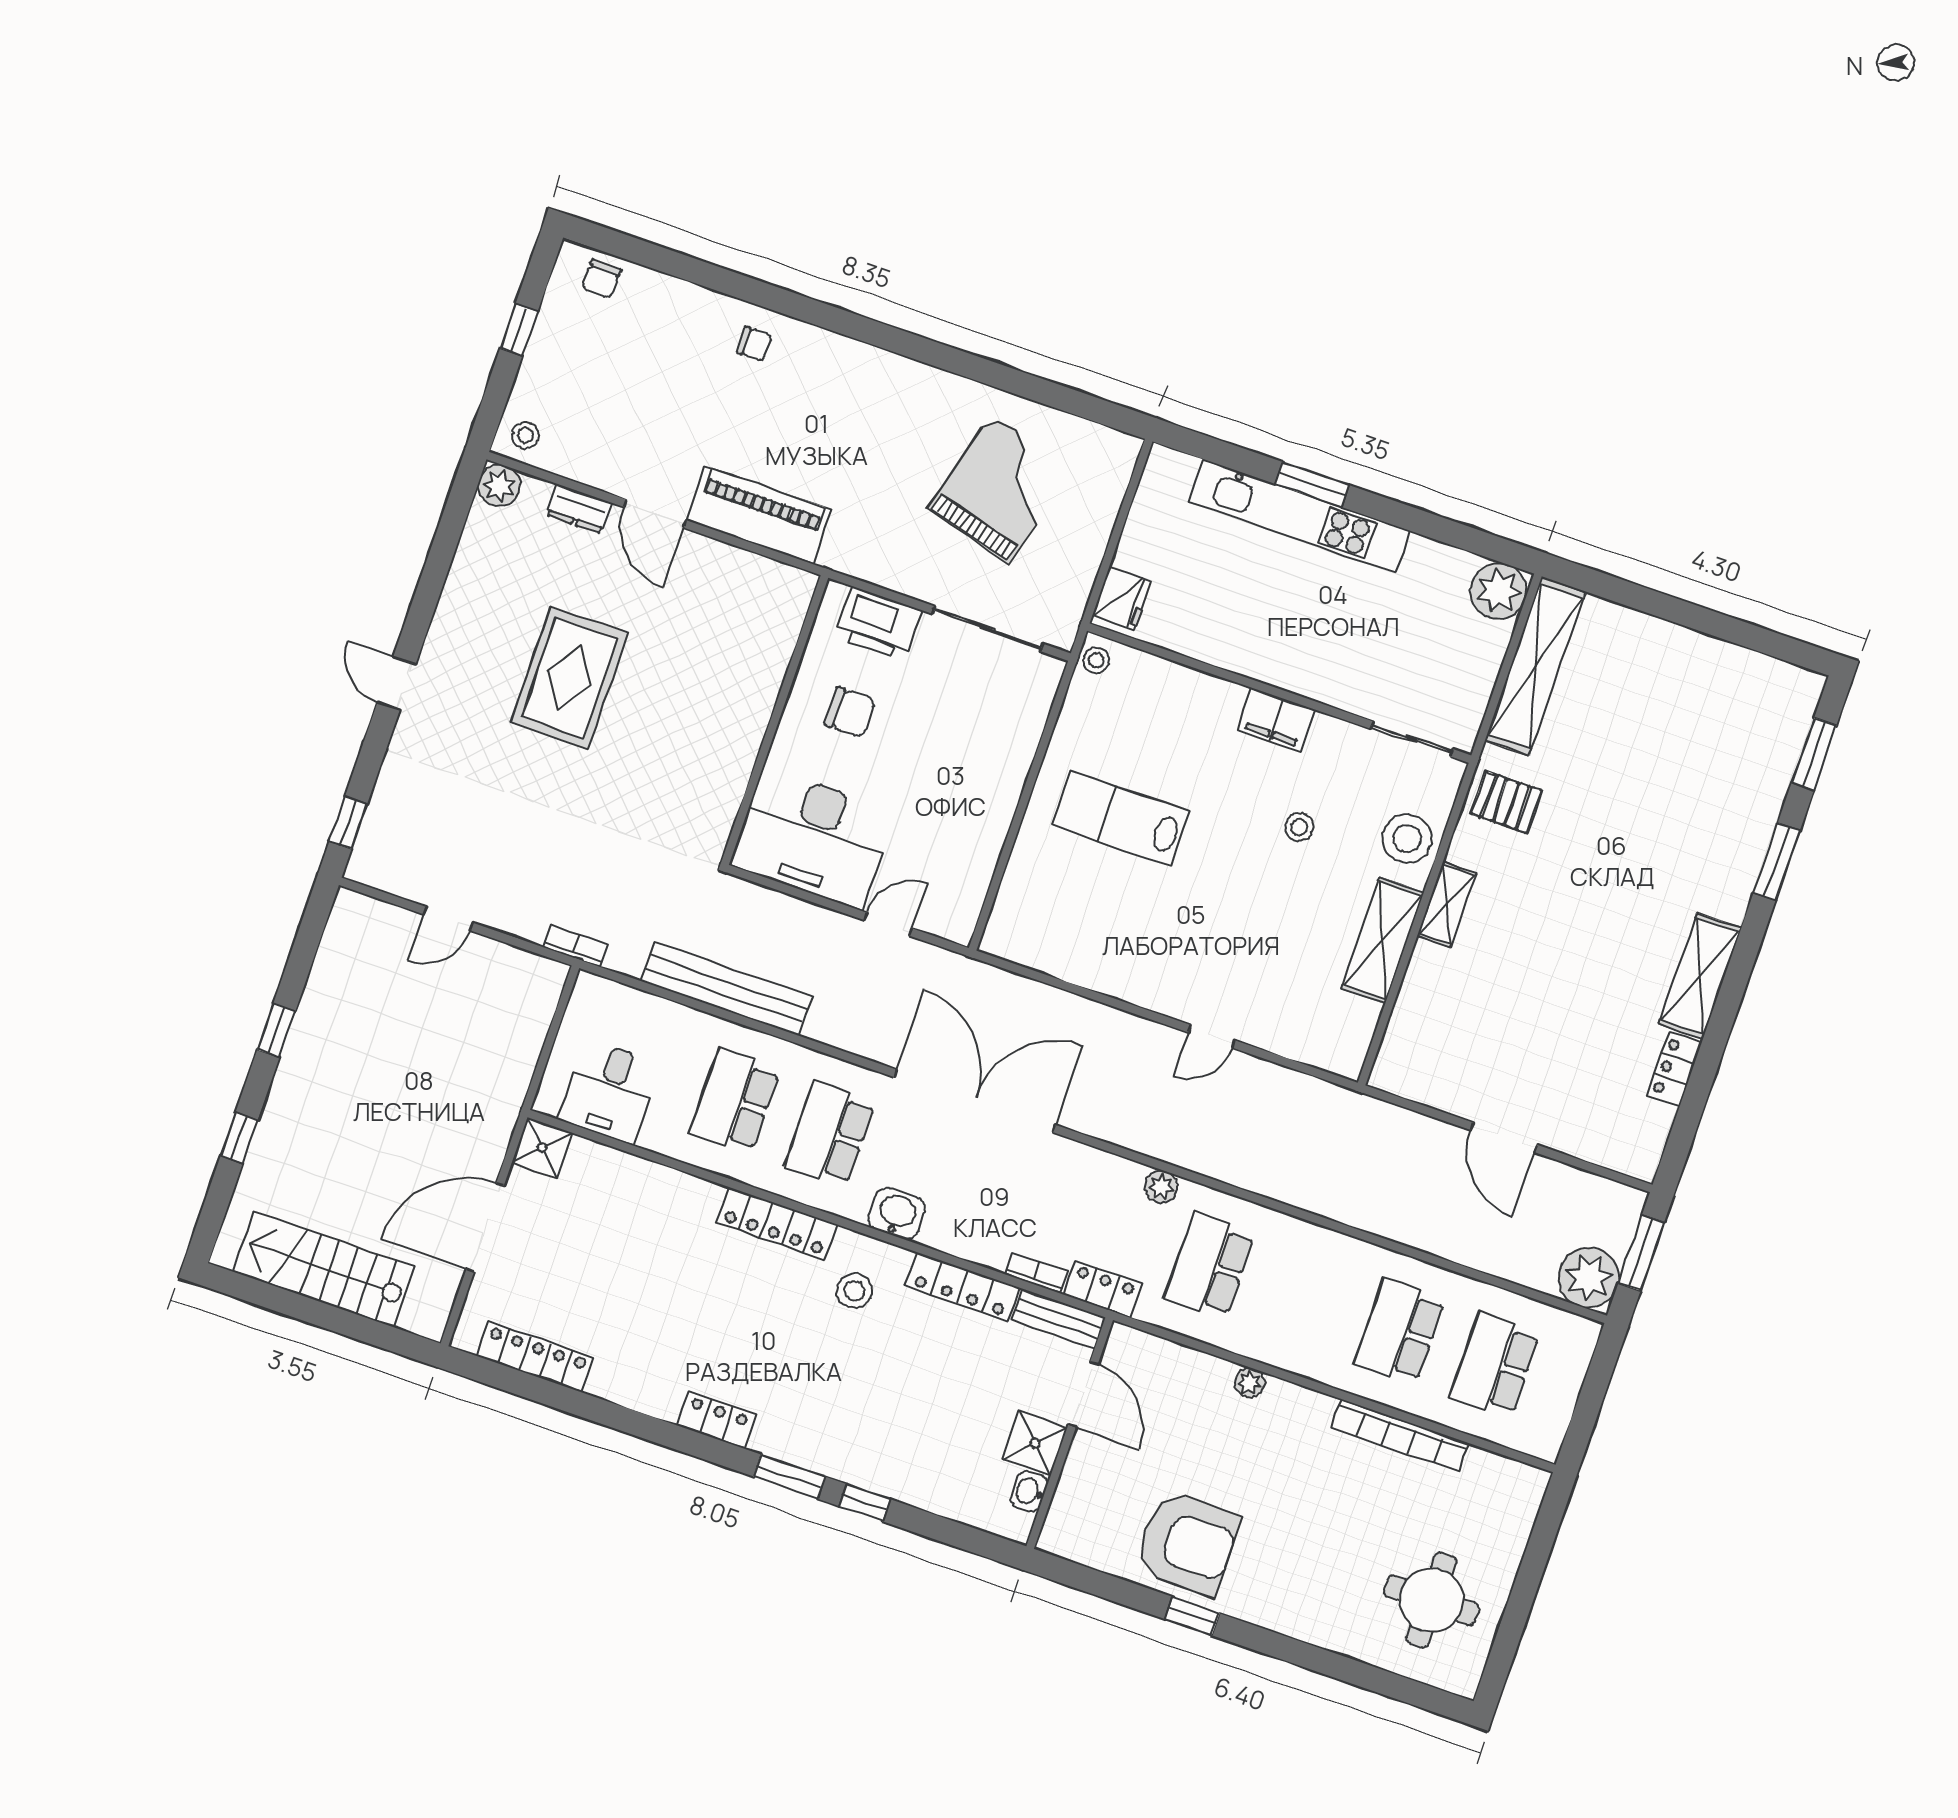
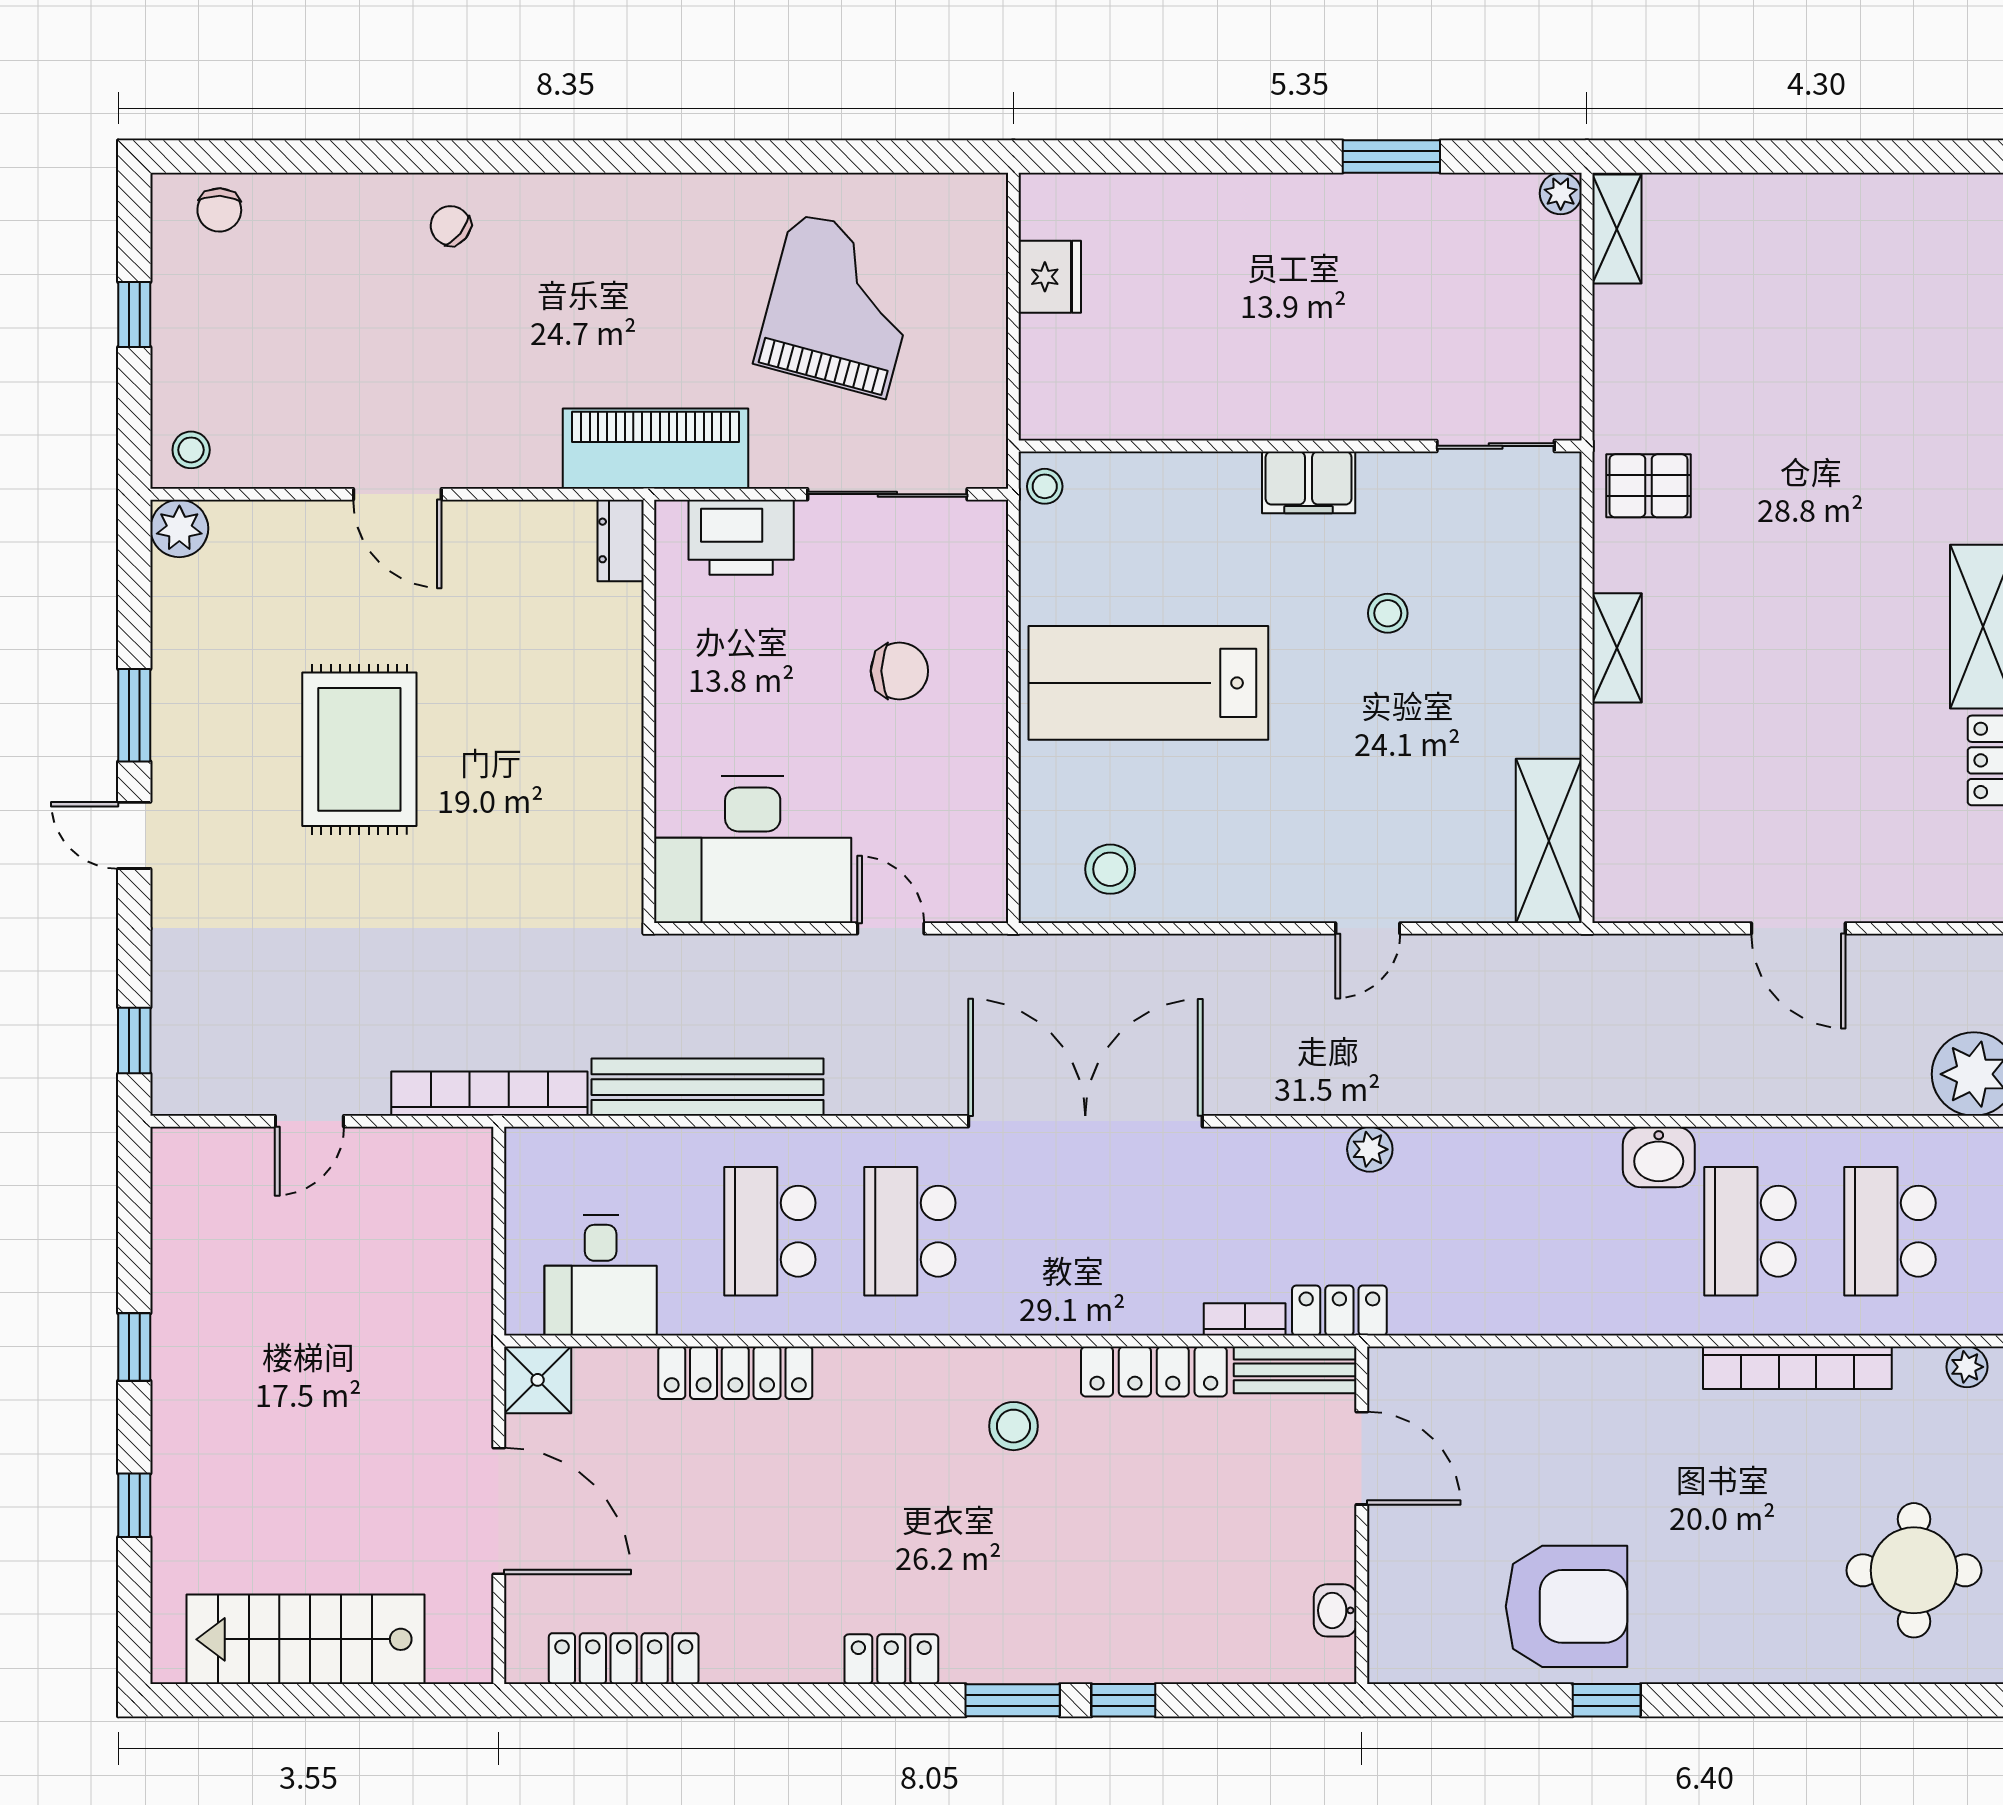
chair: (754, 344) -> (451, 226), turned -141
window: (1312, 484) -> (1391, 156), moved
dresser: (579, 509) -> (621, 540), moved, turned 90
piano: (759, 515) -> (655, 449), moved
kitchen unit: (1300, 516) -> (1247, 204), removed
plant: (1499, 591) -> (1561, 193), width x0.53, depth x0.53
fridge: (1122, 598) -> (1050, 277), moved
window: (425, 602) -> (134, 715), added
shelving: (1535, 667) -> (1617, 229), width x0.45, depth x0.75
chair: (850, 712) -> (899, 671), moved
lab bench: (1120, 818) -> (1148, 683), width x1.36, depth x1.39
stool: (1407, 838) -> (1110, 869), moved, width x0.73, depth x0.73
door: (888, 924) -> (891, 928), hinge flipped
shelving: (1382, 940) -> (1549, 841), moved
bookcase: (575, 946) -> (489, 1094), width x2.31, depth x1.31
washbasin: (897, 1214) -> (1659, 1157), moved, turned 180
locker: (777, 1223) -> (735, 1373), moved
door: (485, 1227) -> (499, 1511), swing flipped
school desk: (1210, 1266) -> (1470, 1231), removed
plant: (1250, 1383) -> (1967, 1367), moved
shower: (1035, 1443) -> (1321, 1544), removed

